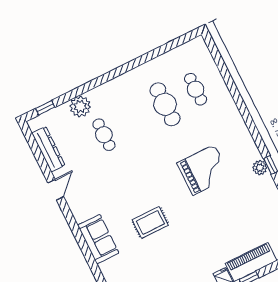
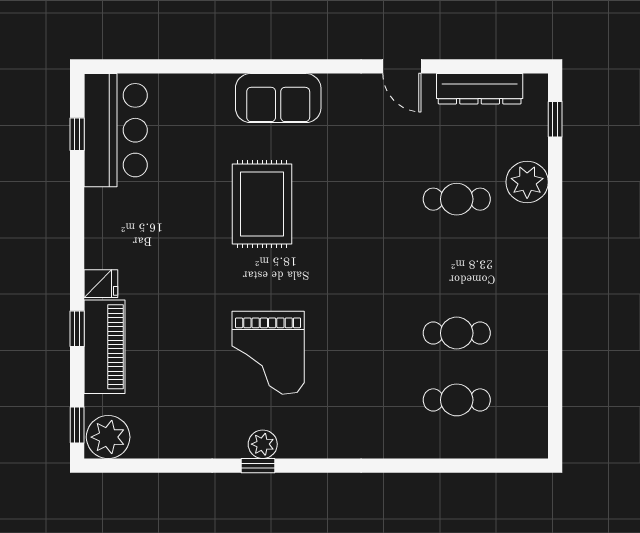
cafe table: (165, 104) -> (457, 333), width x0.73, depth x0.74
grand piano: (204, 170) -> (268, 353), moved
rug: (150, 222) -> (262, 204), width x1.36, depth x1.43

